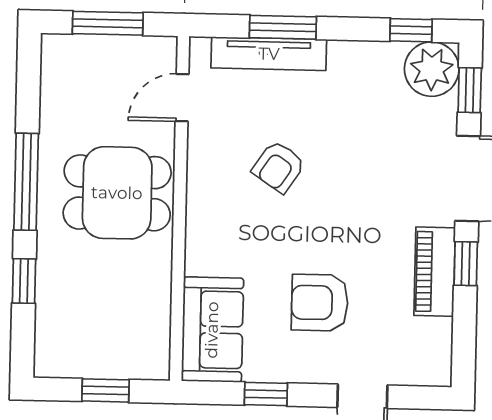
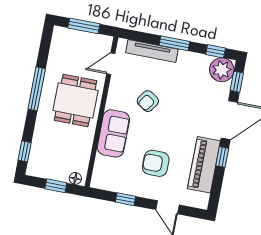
window: (283, 27) -> (174, 43), moved
dining table: (117, 193) -> (75, 101), turned 90
piano: (435, 272) -> (204, 165), width x1.37, depth x1.33
window: (24, 281) -> (25, 151), moved
sofa: (212, 330) -> (113, 133), moved
floor lamp: (146, 367) -> (75, 178), added

